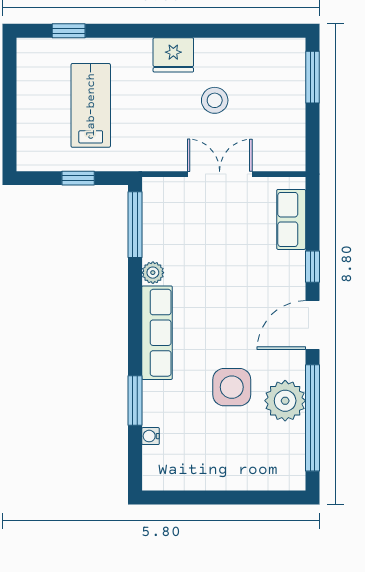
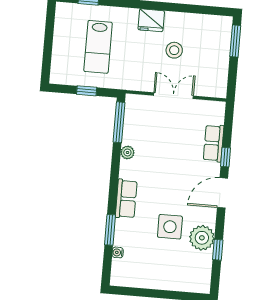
lab bench: (91, 105) -> (98, 47), turned 180
row of seats: (291, 219) -> (214, 143), moved
row of seats: (157, 333) -> (126, 199), width x0.68
window: (312, 418) -> (218, 250), width x0.32

